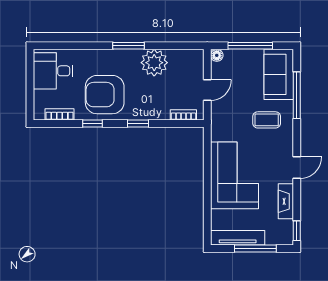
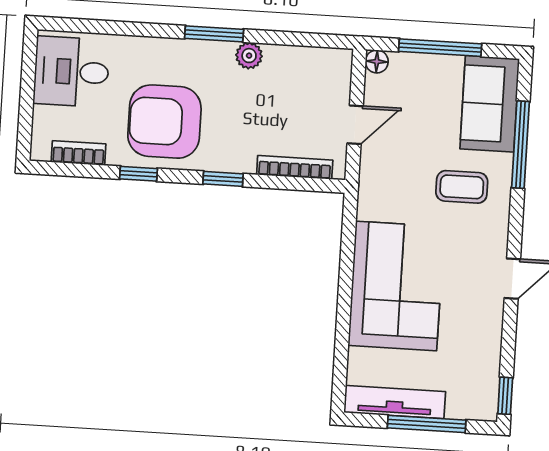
plant: (154, 63) -> (249, 56), width x0.53, depth x0.53
bookcase: (183, 115) -> (295, 167), width x1.56
fireplace: (286, 201) -> (488, 340), removed

